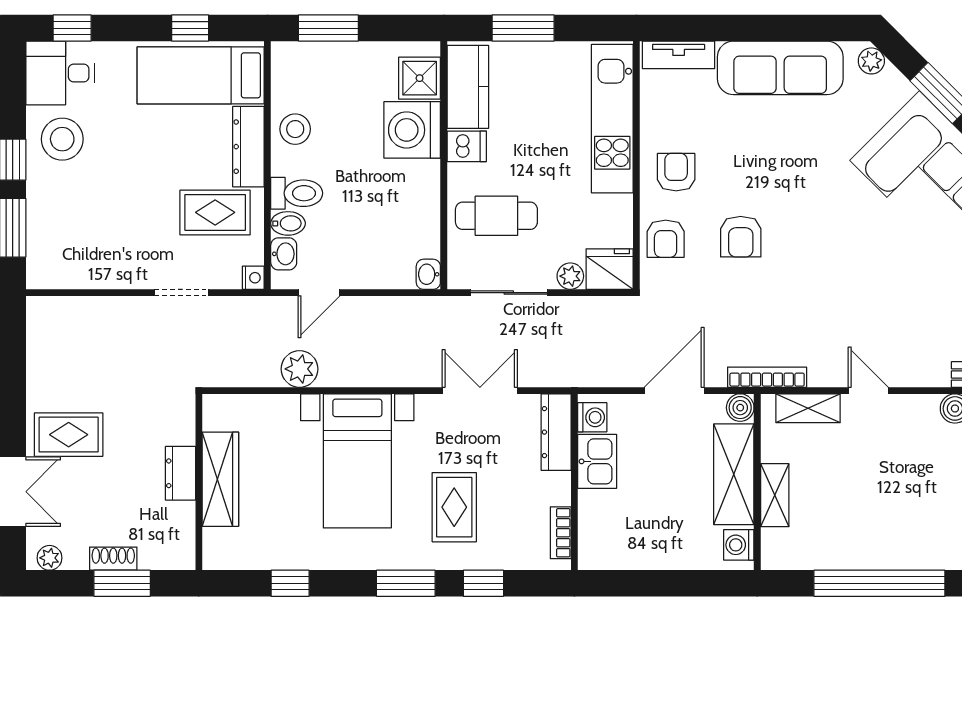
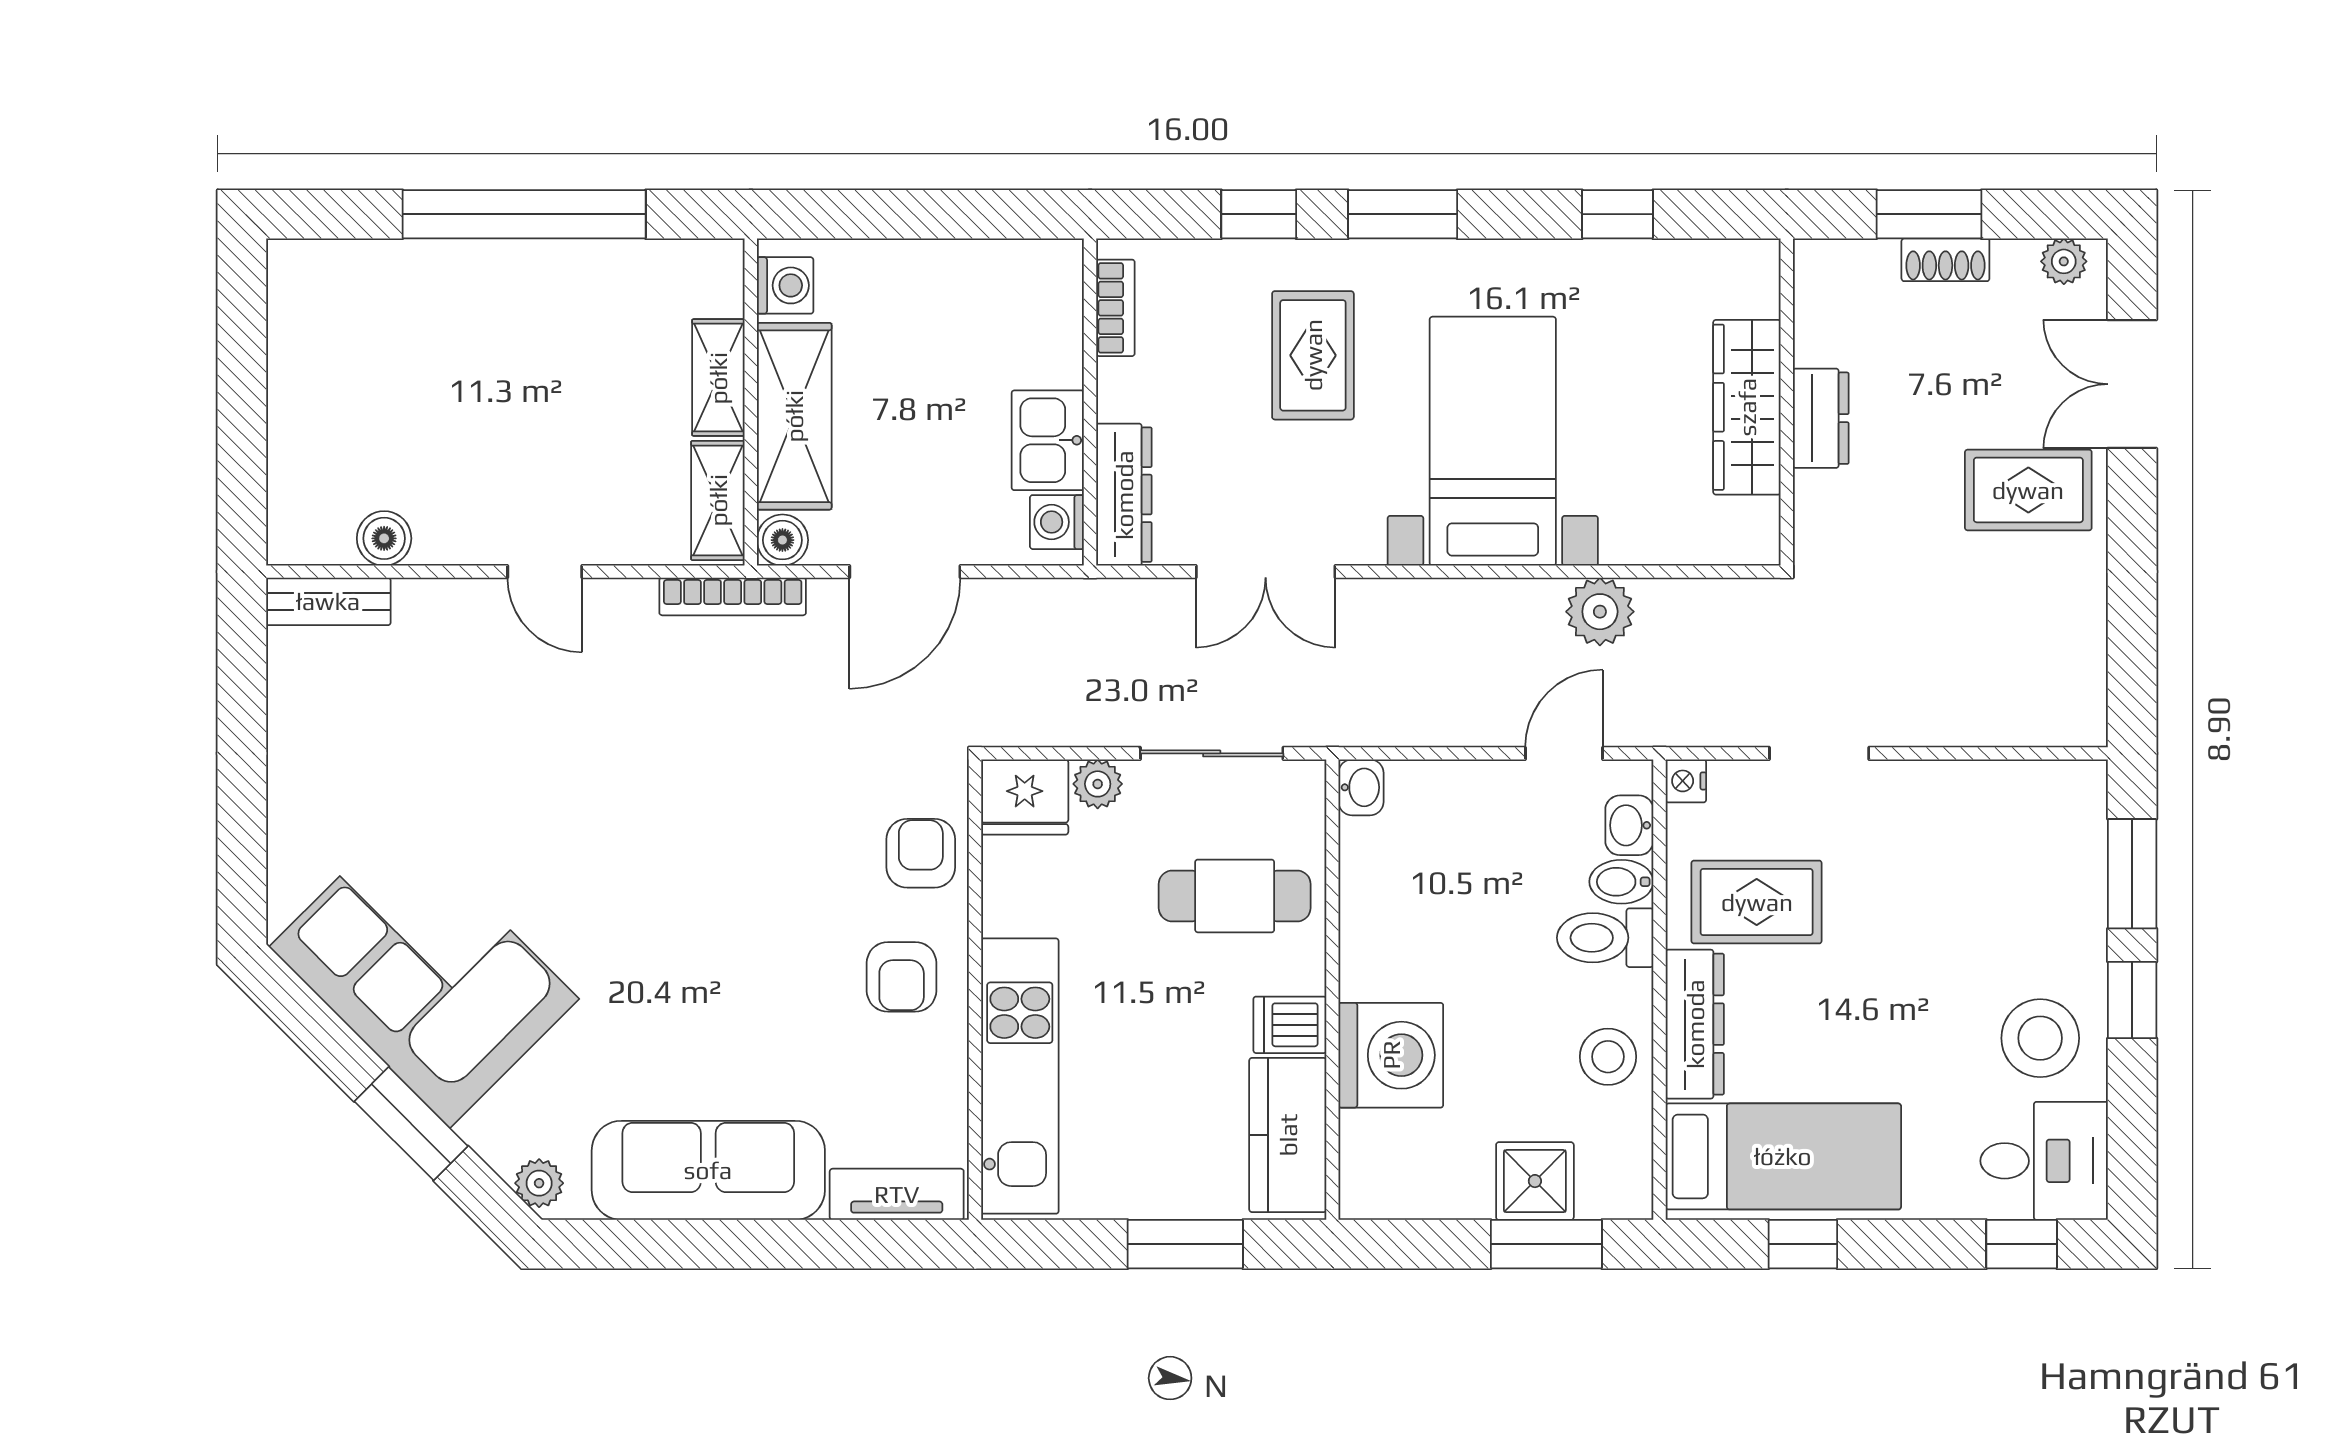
shower: (420, 78) -> (1535, 1181), moved
armchair: (741, 237) -> (781, 857), removed
shelving: (808, 408) -> (718, 500), moved, turned 90

